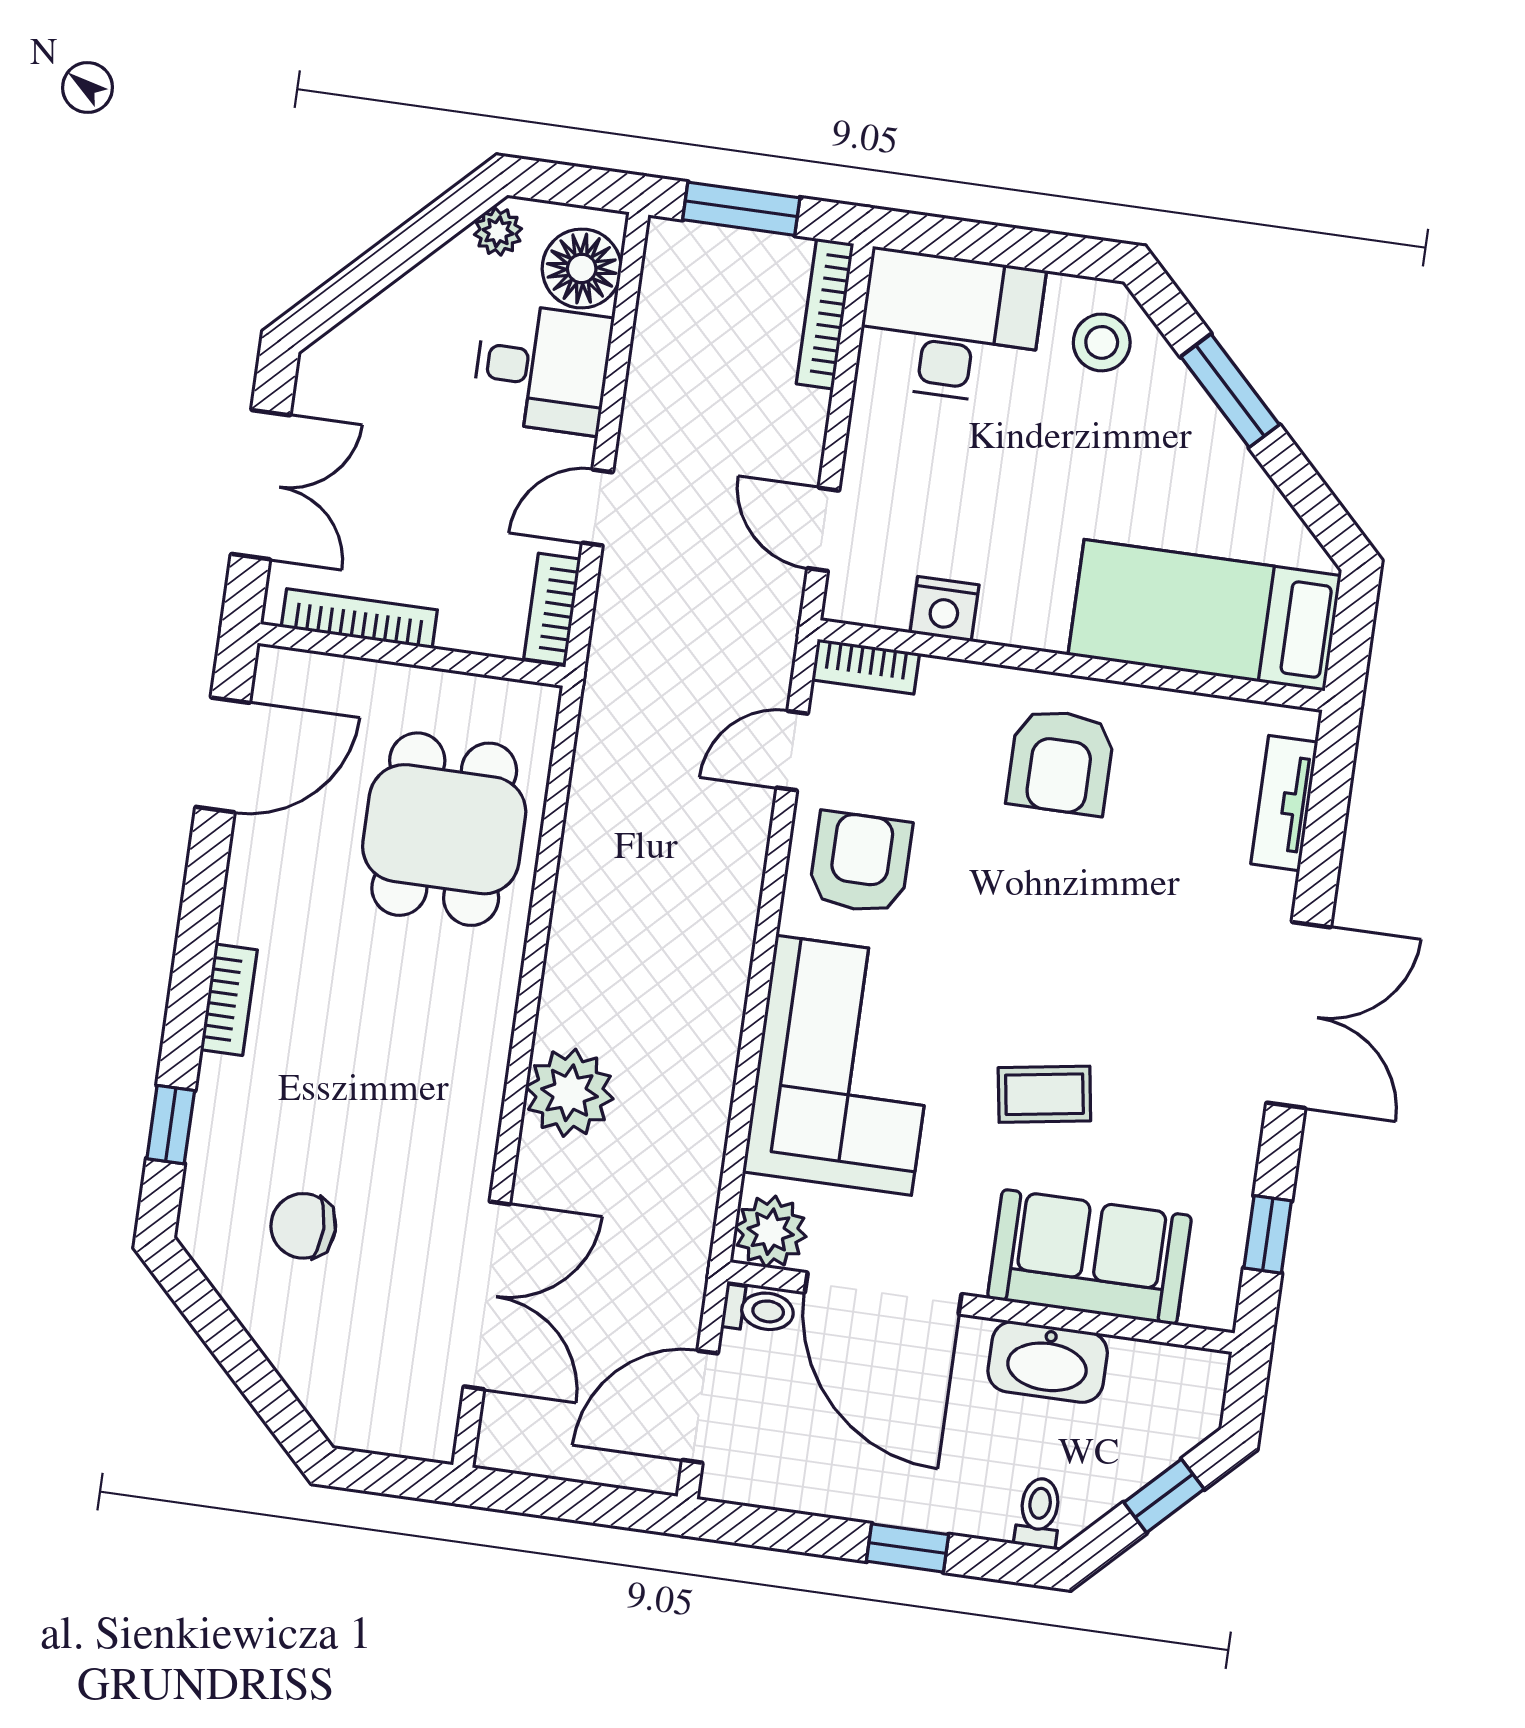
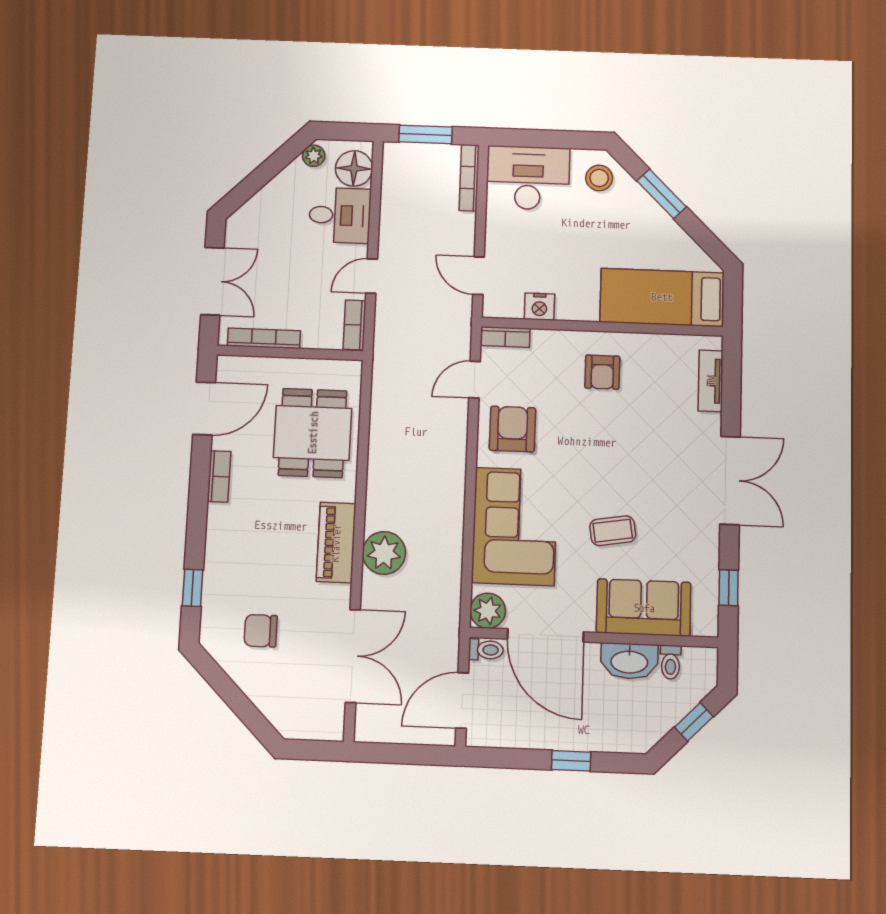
armchair: (1061, 762) -> (602, 372), width x0.72, depth x0.72
bookcase: (229, 1000) -> (219, 476), moved
piano: (473, 1061) -> (336, 543), added
toilet: (1039, 1513) -> (671, 662), moved, turned 180

